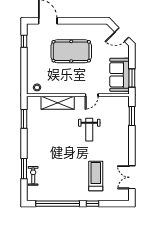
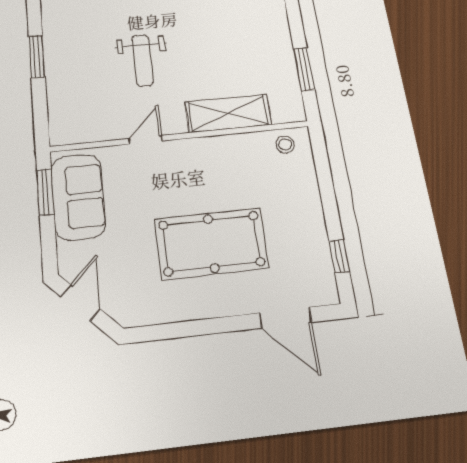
door: (122, 35) -> (80, 303), hinge flipped
window: (132, 116) -> (37, 57), moved
weight bench: (89, 130) -> (143, 60), turned 180

